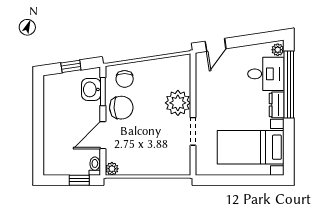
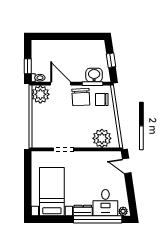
plant: (178, 103) -> (102, 138), moved
plant: (112, 169) -> (40, 94), width x1.88, depth x1.88

